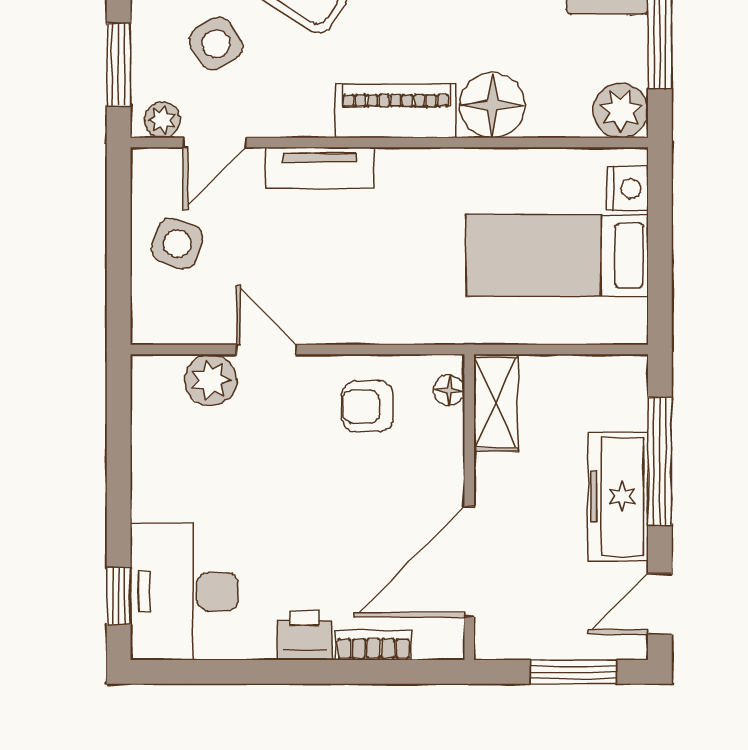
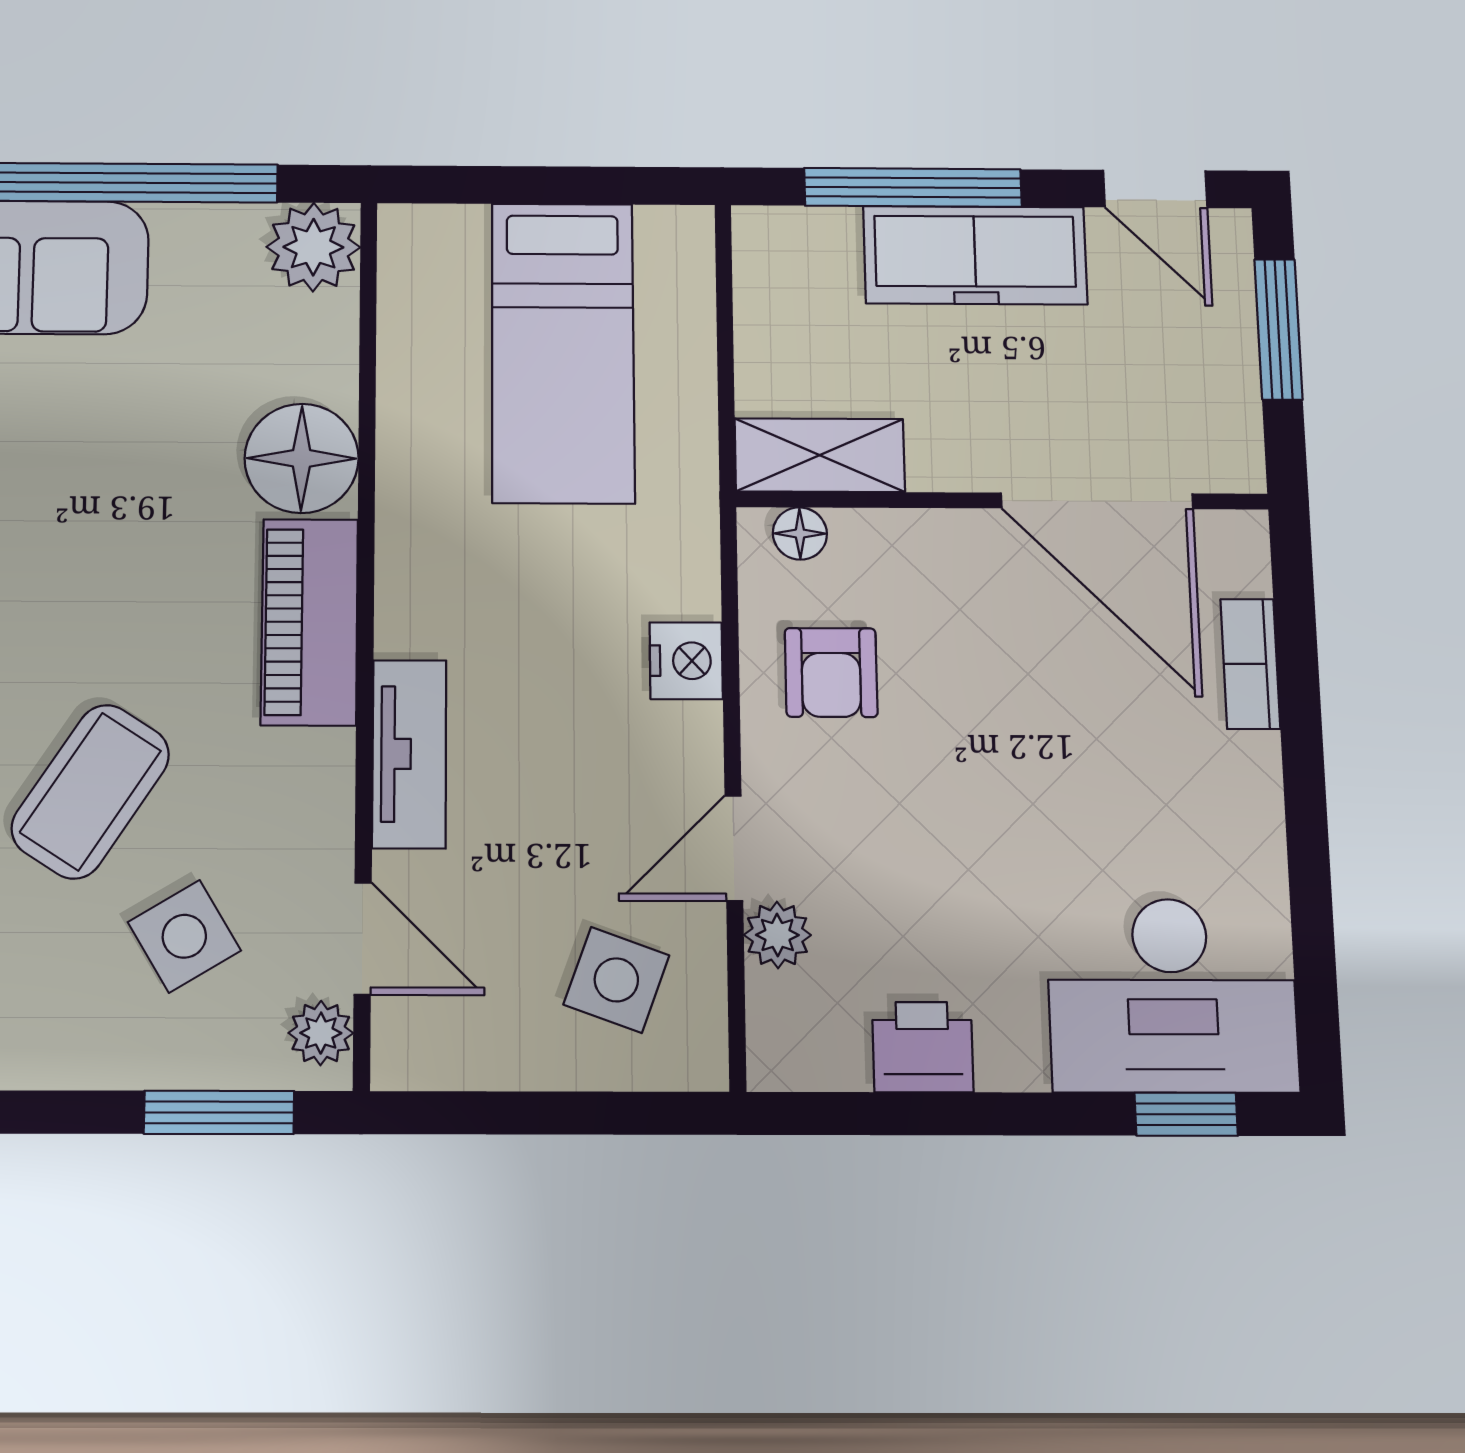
nightstand: (628, 188) -> (686, 661), moved, turned 90
side table: (177, 244) -> (616, 980), moved
plant: (210, 380) -> (777, 935), width x0.73, depth x0.73
printer: (304, 635) -> (923, 1047), moved, turned 90

